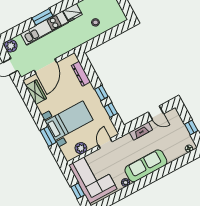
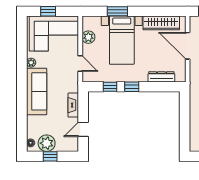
wardrobe: (36, 92) -> (161, 23), width x1.50
plant: (182, 136) -> (47, 143), added

